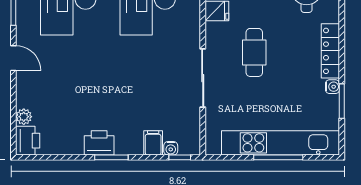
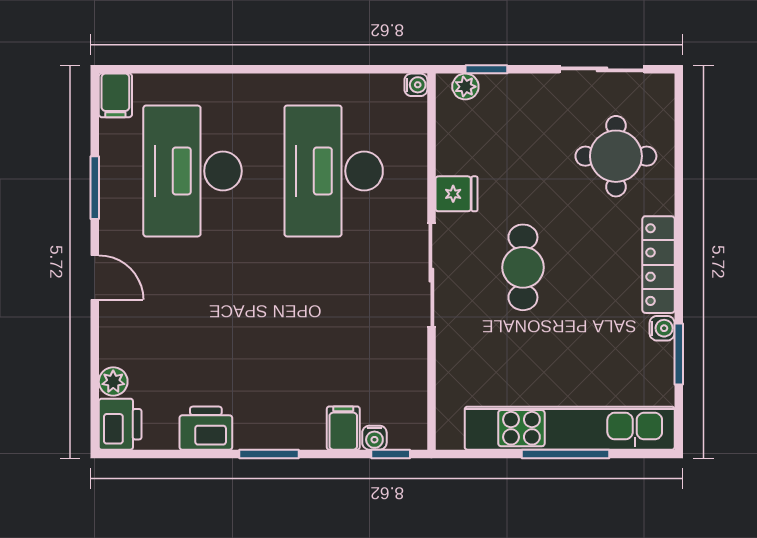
sliding door: (203, 78) -> (431, 275), moved
printer: (99, 143) -> (206, 428), moved

